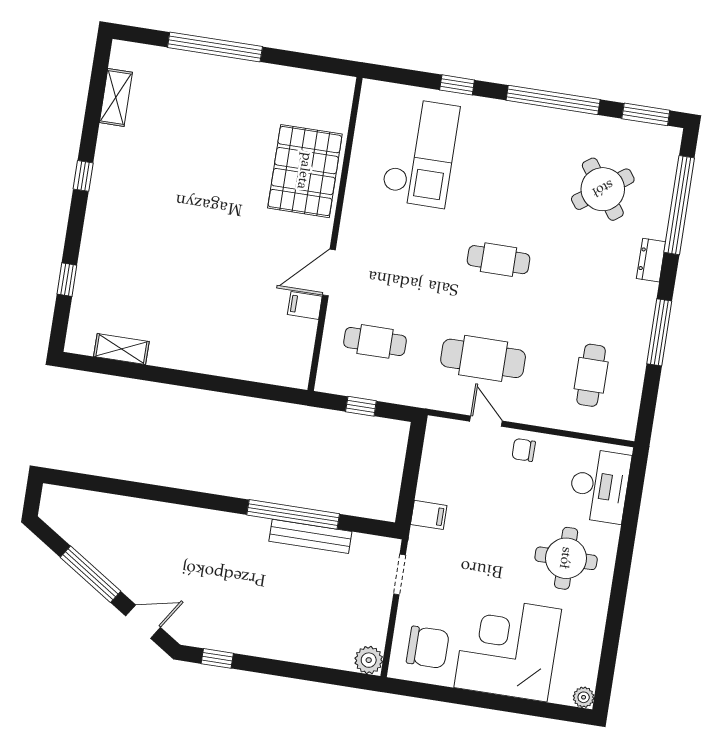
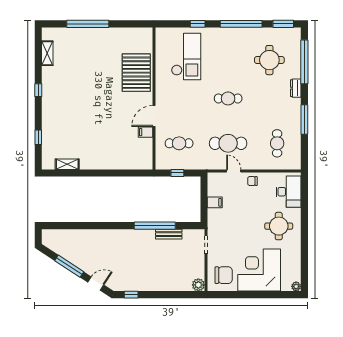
round table: (603, 189) -> (269, 60), turned 36
filing cabinet: (429, 515) -> (215, 202), moved
bench: (310, 536) -> (169, 234), width x0.73

